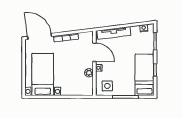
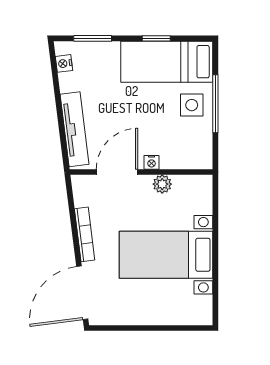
bed with nightstands: (43, 75) -> (166, 255), moved
side table: (107, 86) -> (192, 105), moved

